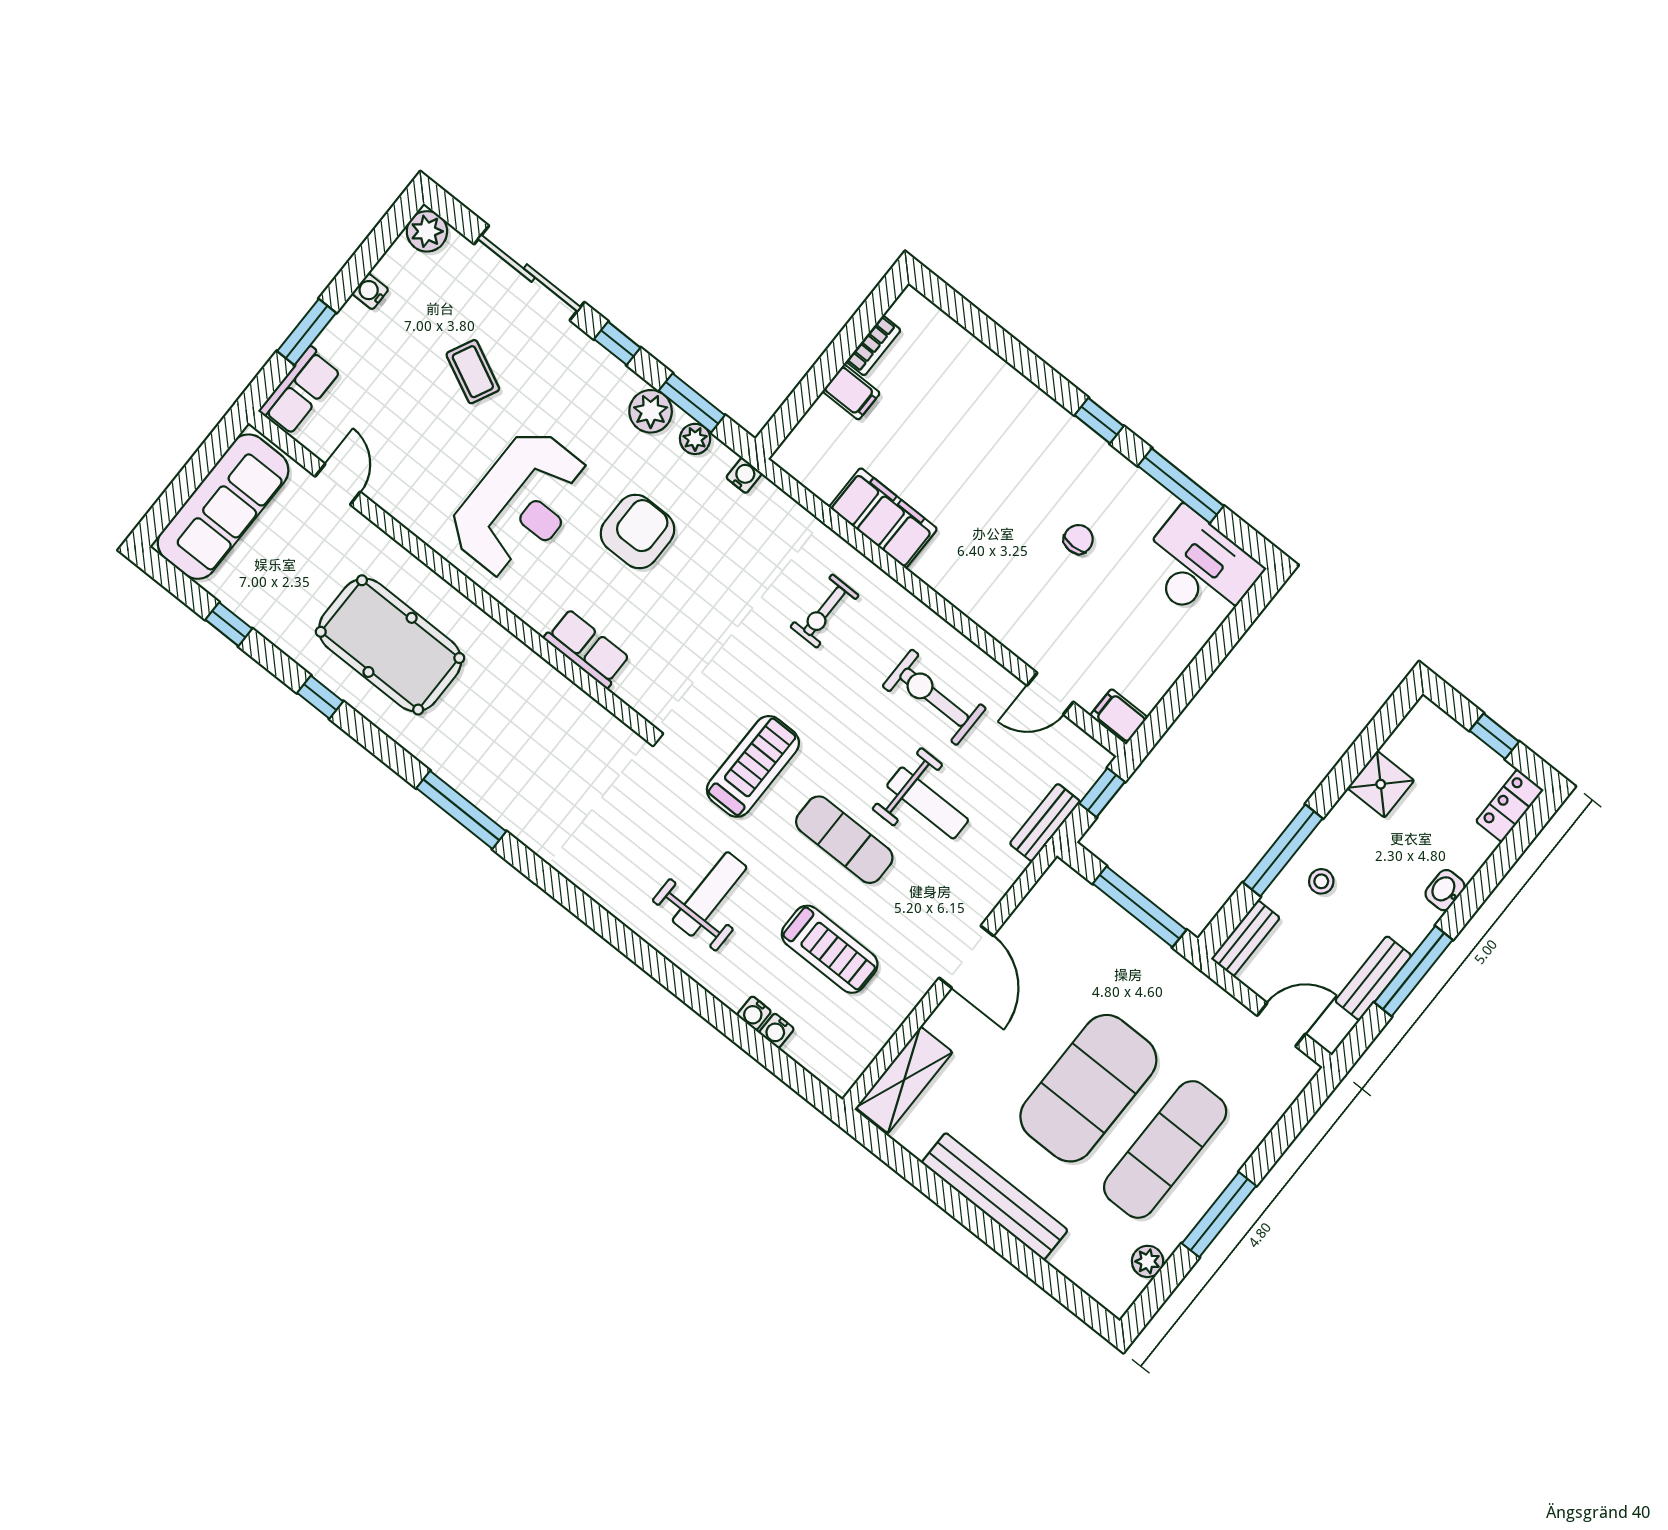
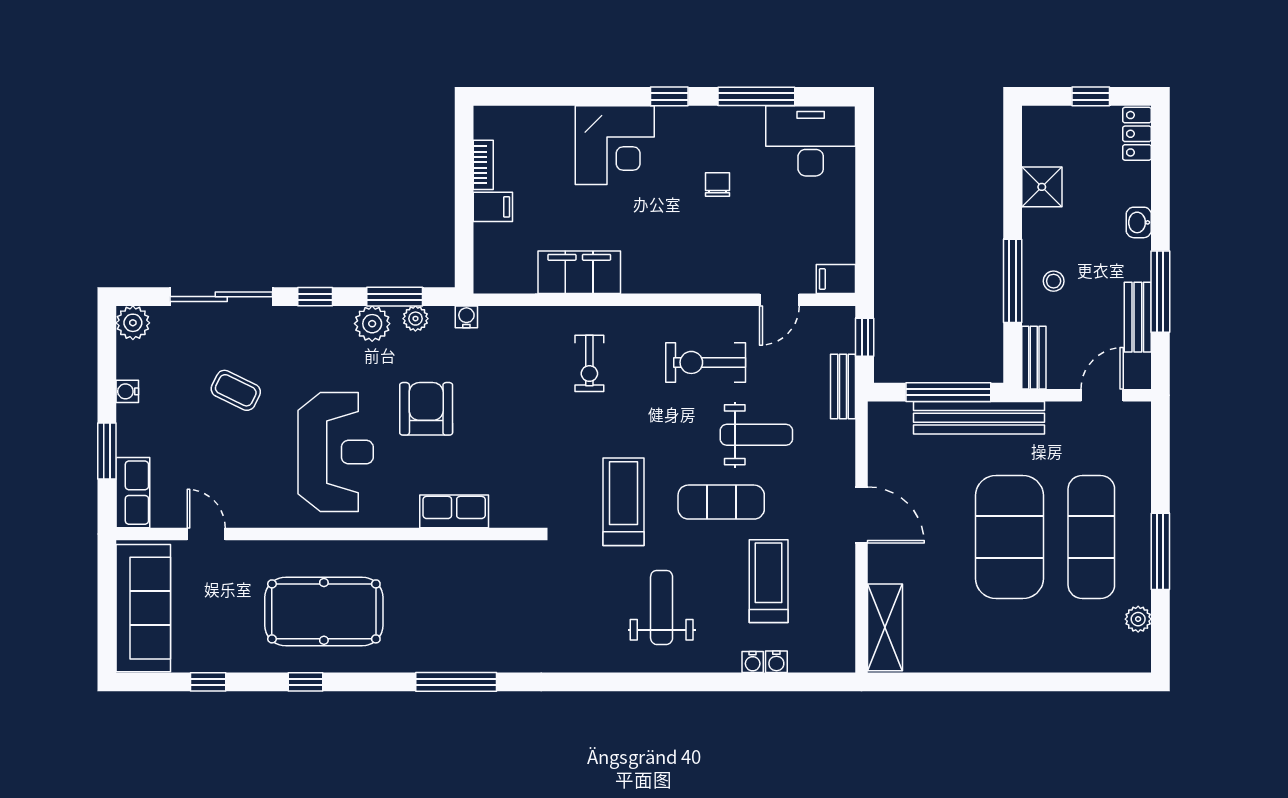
corner desk: (1012, 425) -> (615, 145), added
treadmill: (830, 949) -> (769, 581), turned -90
bench: (995, 1196) -> (979, 418), moved

